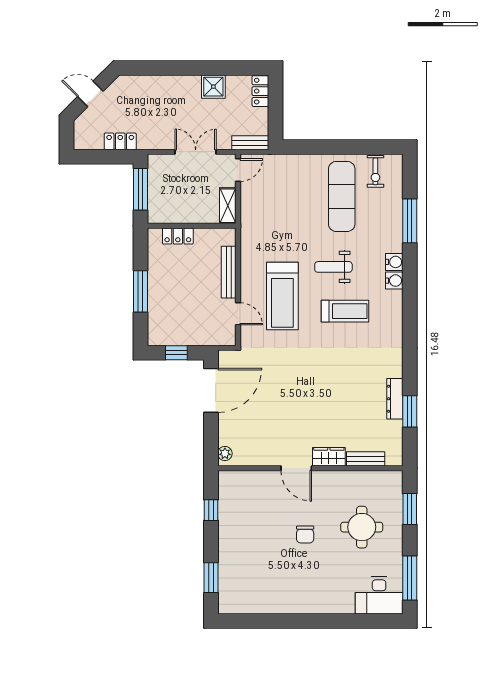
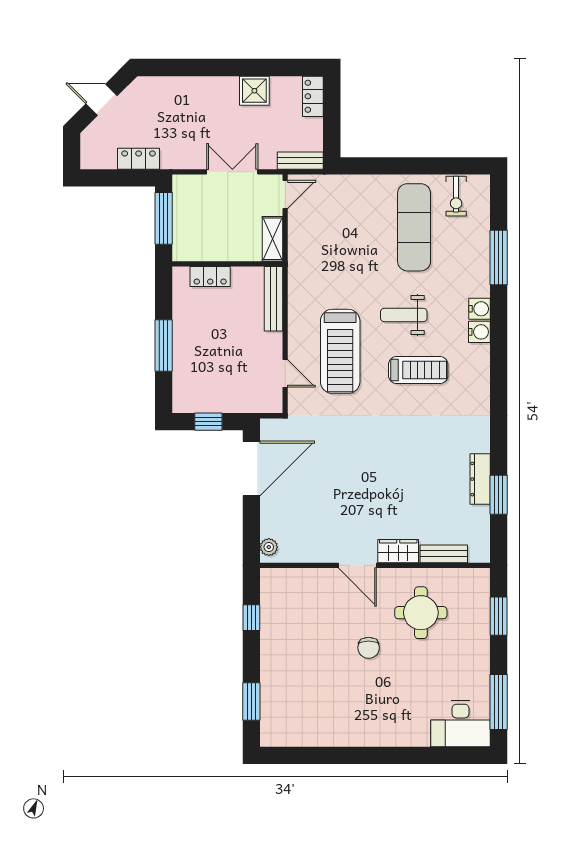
bench: (229, 272) -> (274, 299), moved
round table: (362, 527) -> (421, 613), moved

